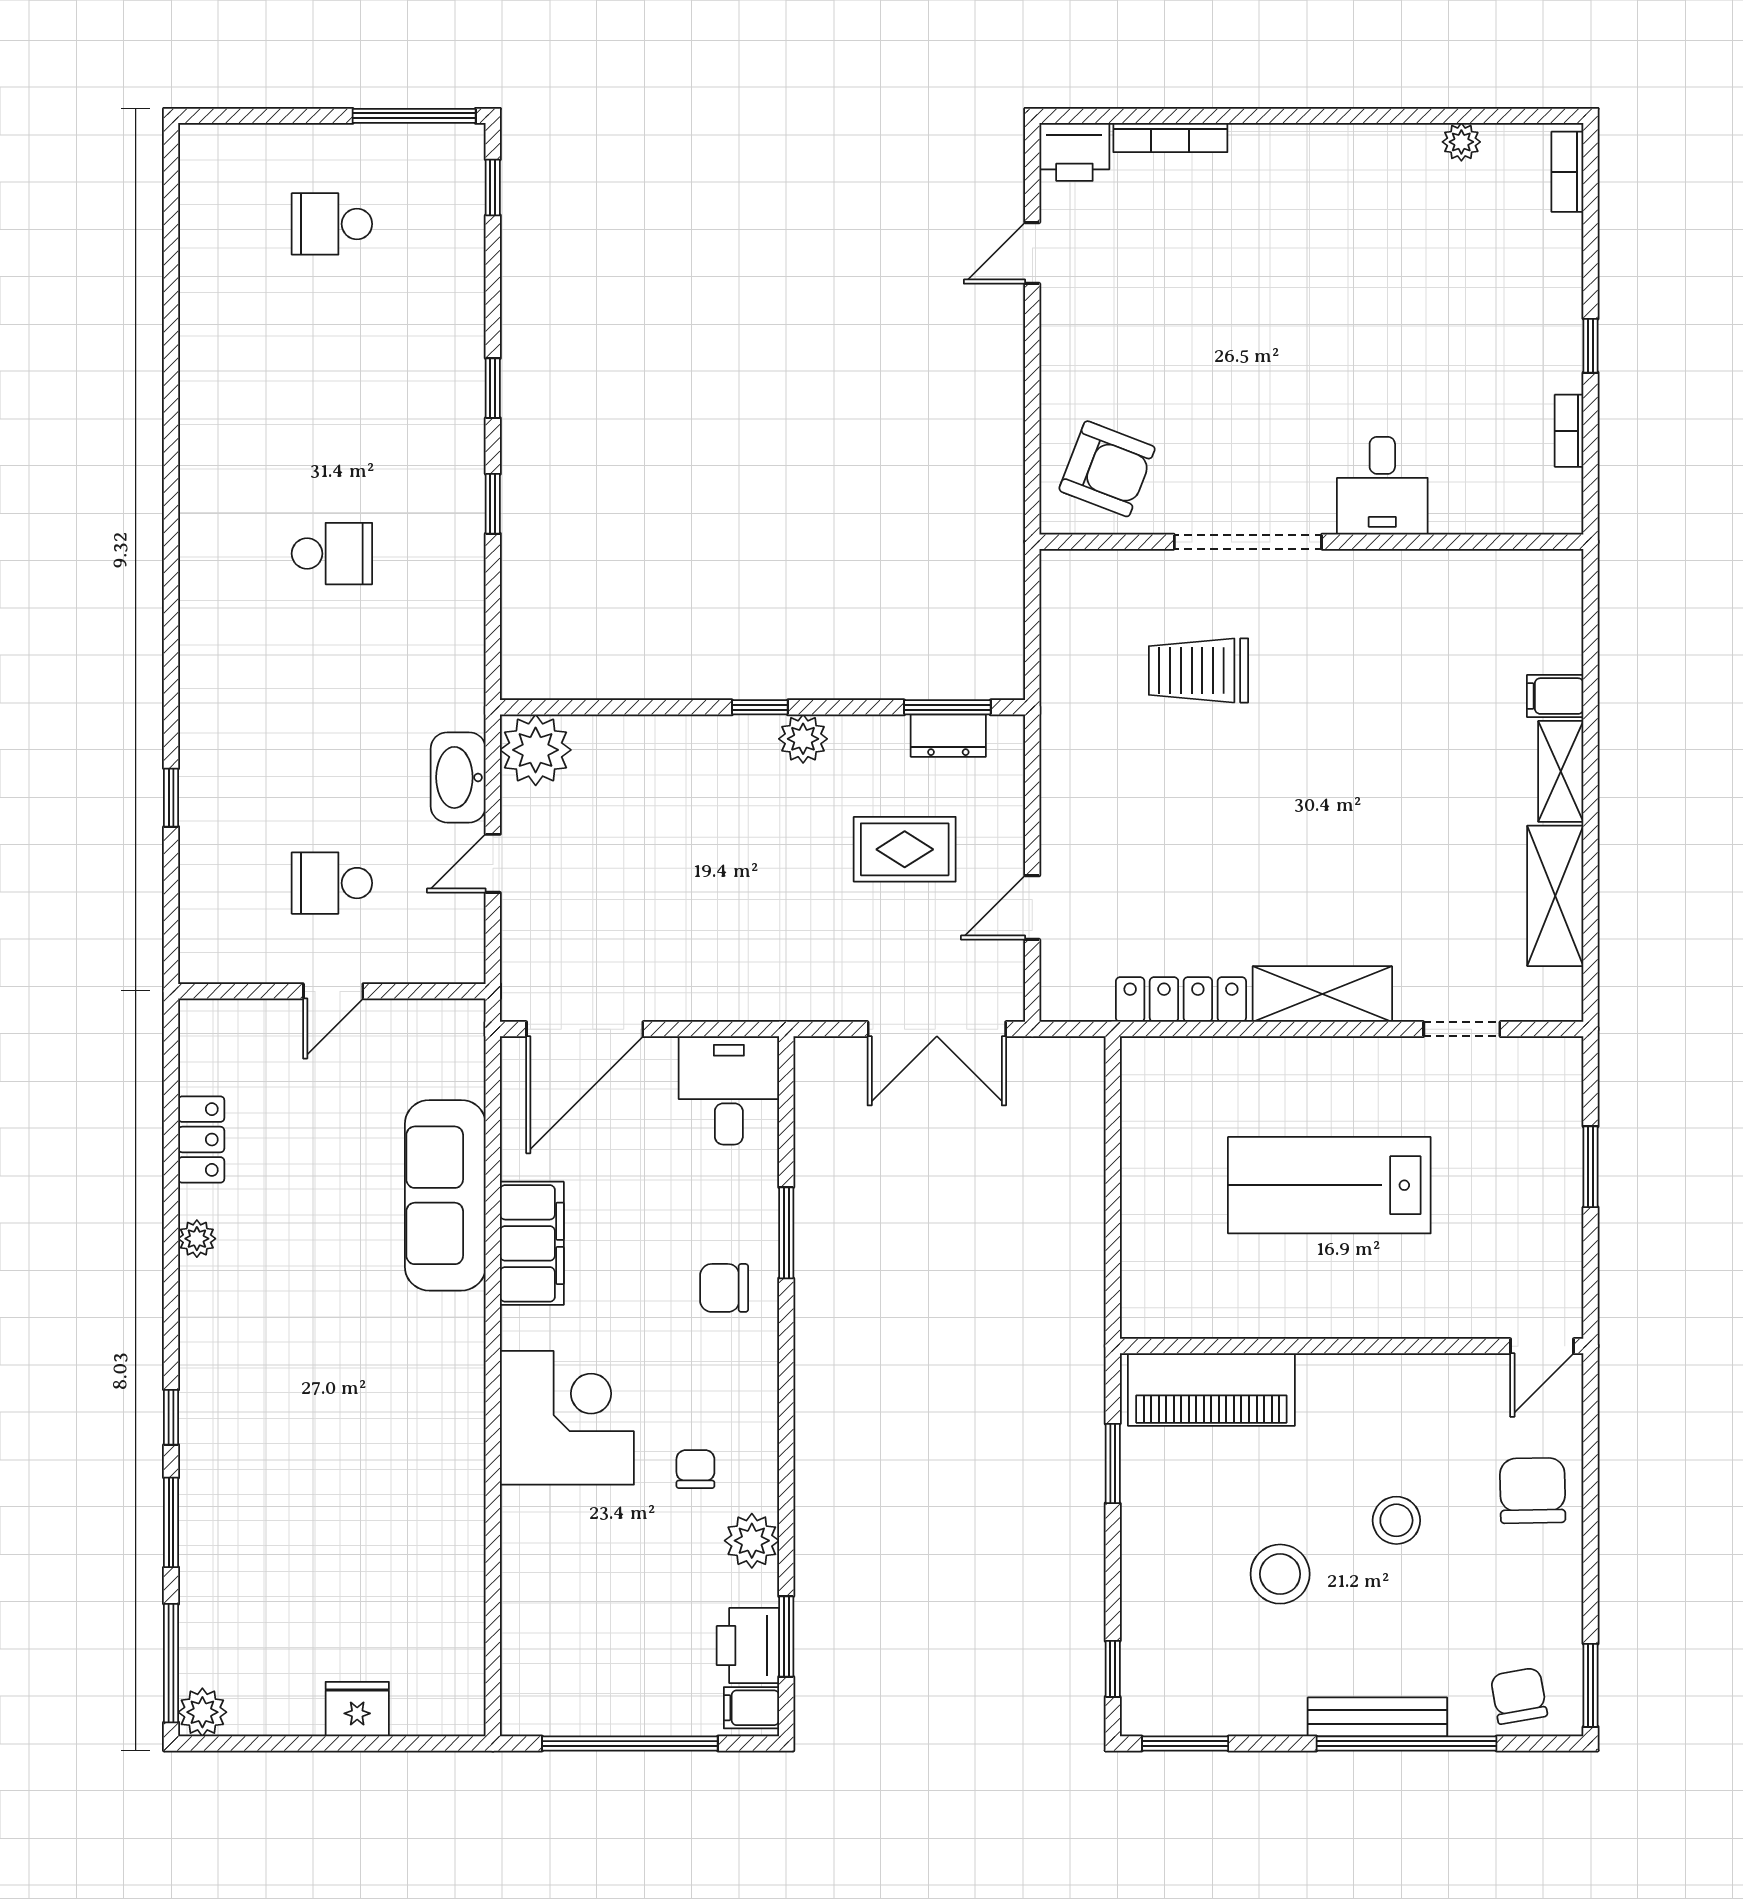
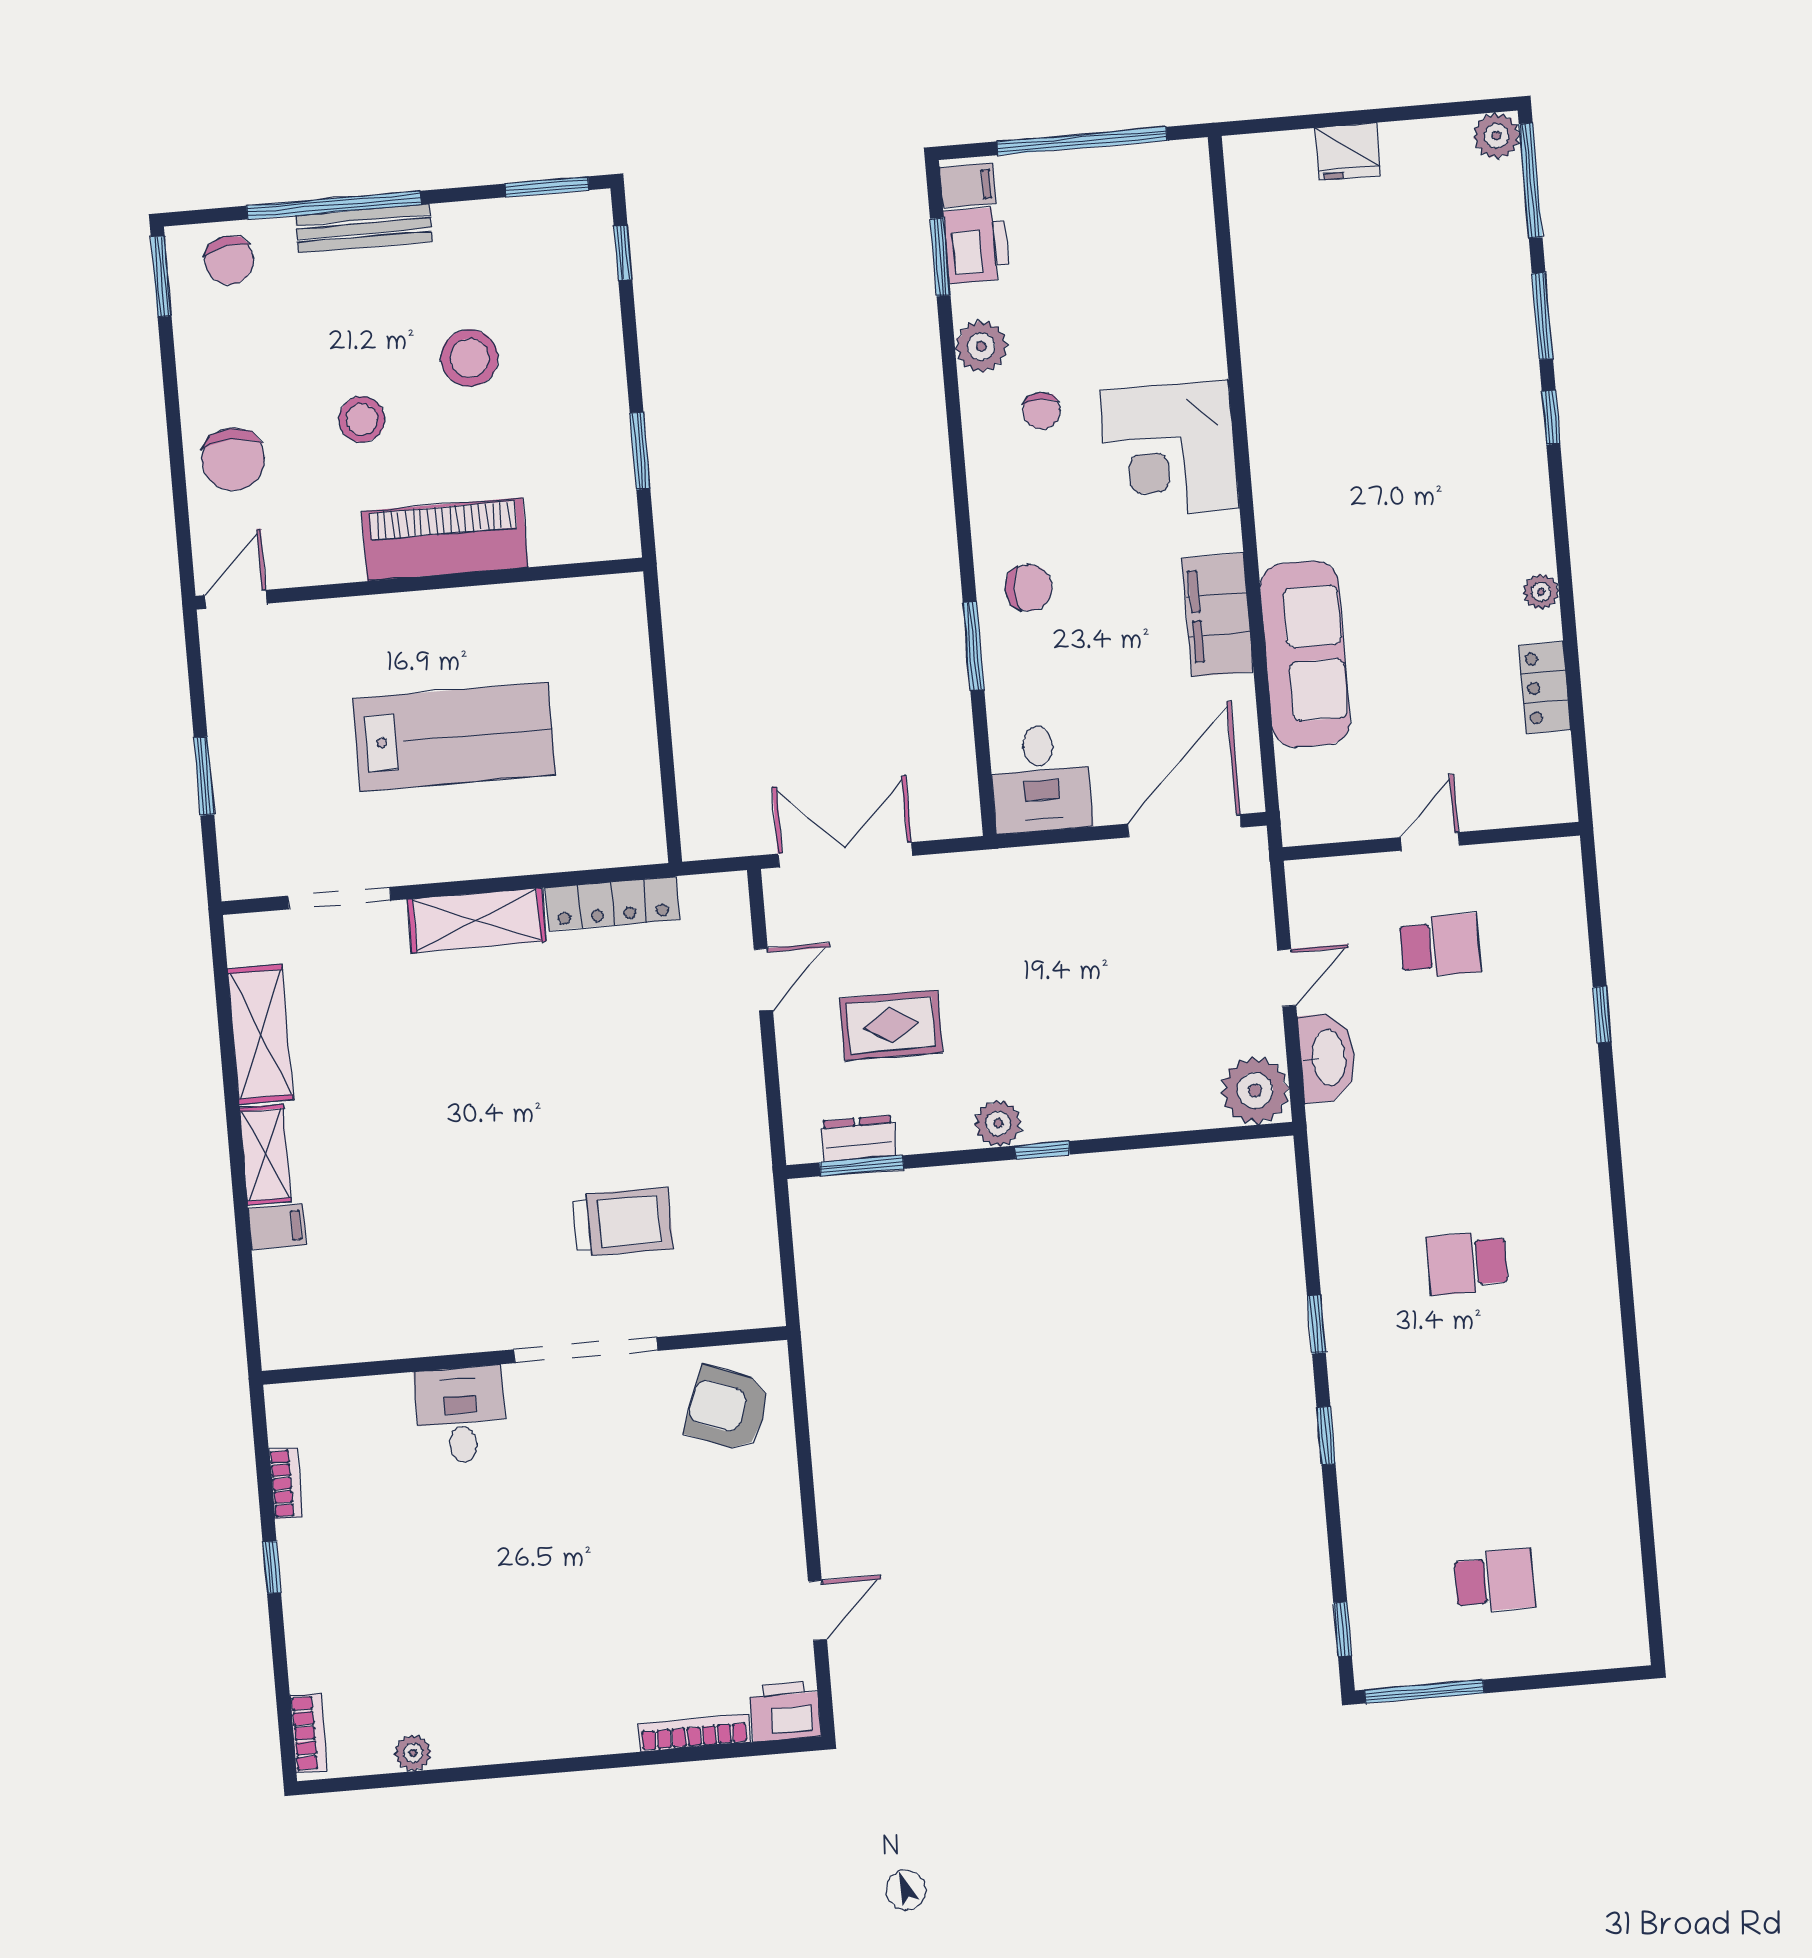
doorway: (1462, 1029) -> (339, 898), width x1.38
piano: (1211, 1389) -> (445, 539), moved

